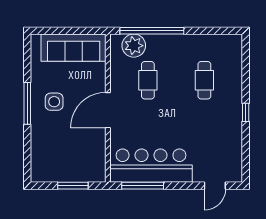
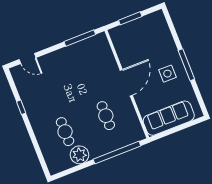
plant: (134, 46) -> (80, 155), moved
window: (246, 112) -> (21, 107), moved
bar counter: (151, 166) -> (79, 55), removed
door: (215, 186) -> (28, 59), swing flipped

